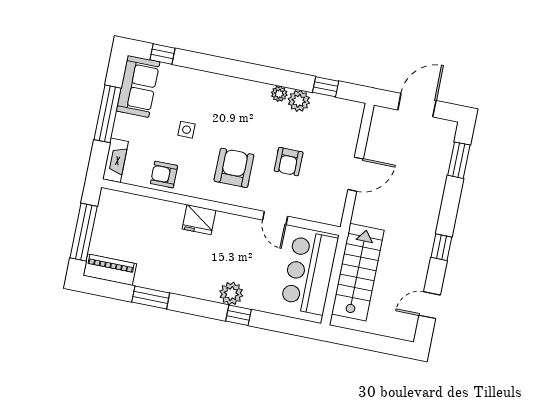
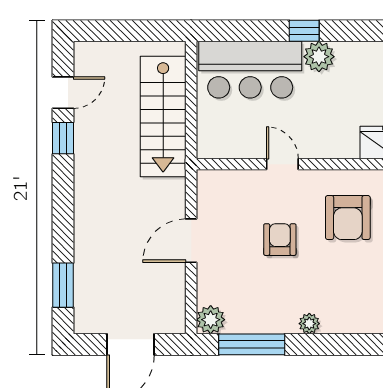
window: (326, 87) -> (252, 344), width x2.17
plant: (299, 101) -> (211, 320), moved
window: (441, 247) -> (63, 138), moved
bar counter: (309, 273) -> (250, 70), moved, turned 90

